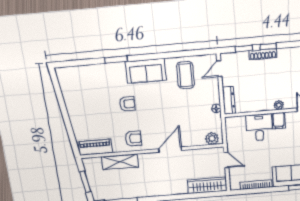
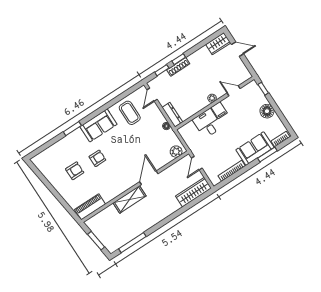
armchair: (133, 139) -> (75, 171), moved
door: (226, 160) -> (197, 163), swing flipped
shelving: (120, 162) -> (130, 199), moved

